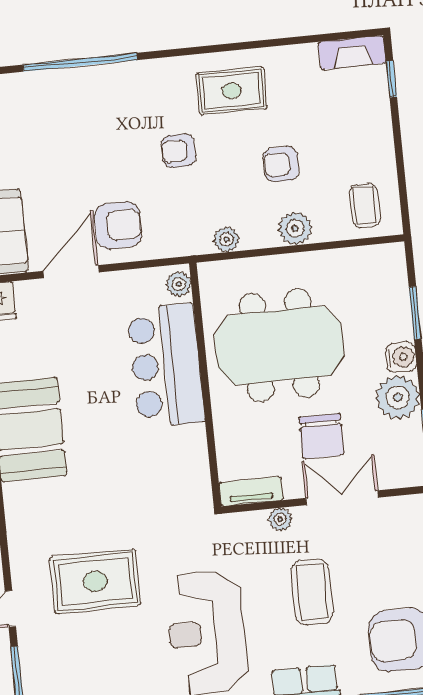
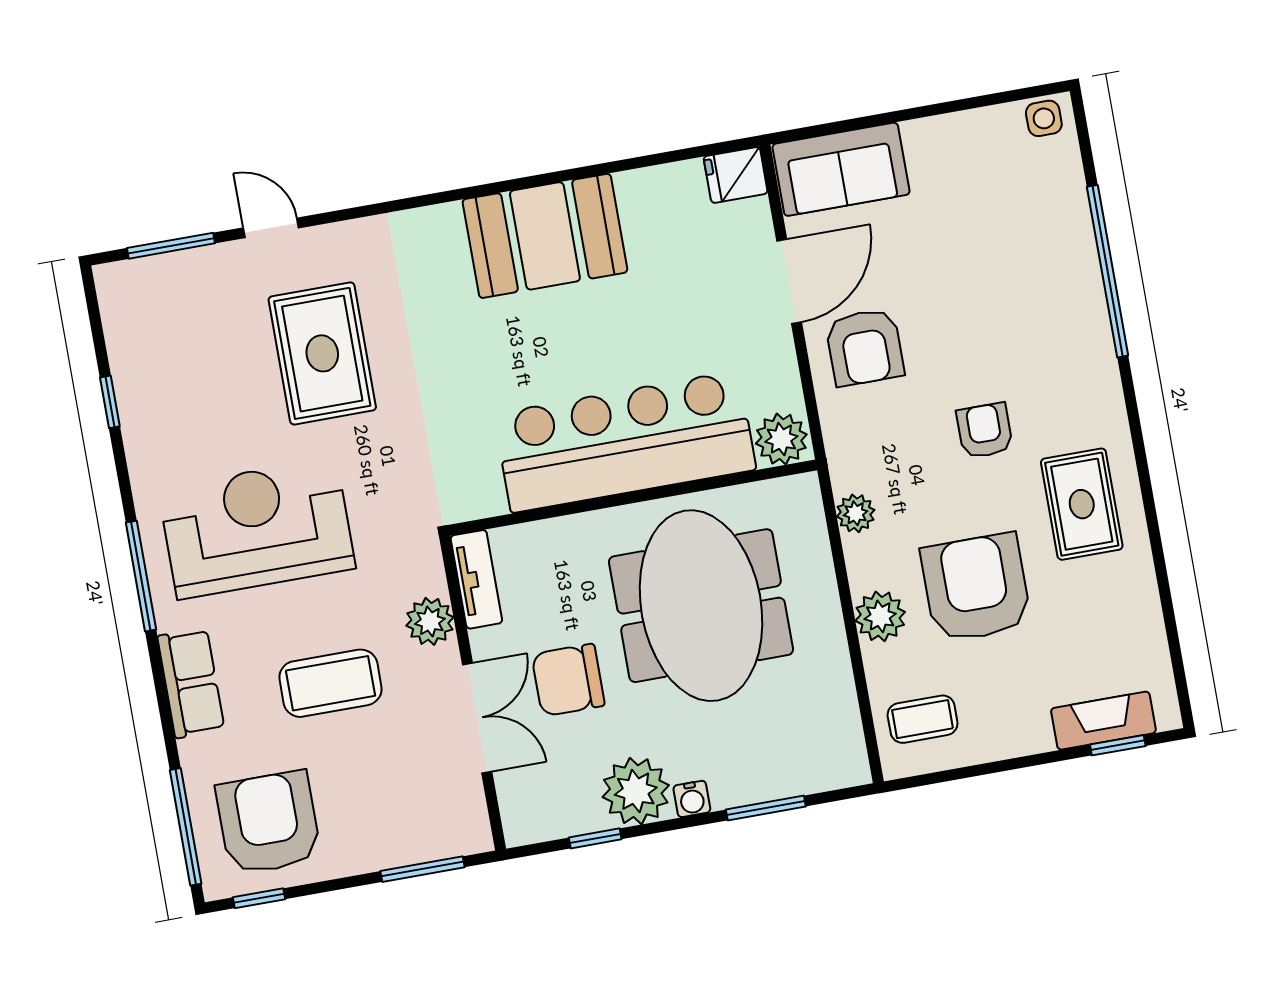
fireplace: (352, 52) -> (1103, 721), moved, turned 90
armchair: (281, 164) -> (976, 588), width x1.88, depth x1.88
door: (71, 272) -> (789, 281), hinge flipped
plant: (179, 284) -> (781, 439), width x1.38, depth x1.38
water cooler: (401, 357) -> (692, 799), width x0.72, depth x0.72
bar counter: (166, 365) -> (625, 442), width x1.36
plant: (280, 519) -> (430, 621), width x1.38, depth x1.38

